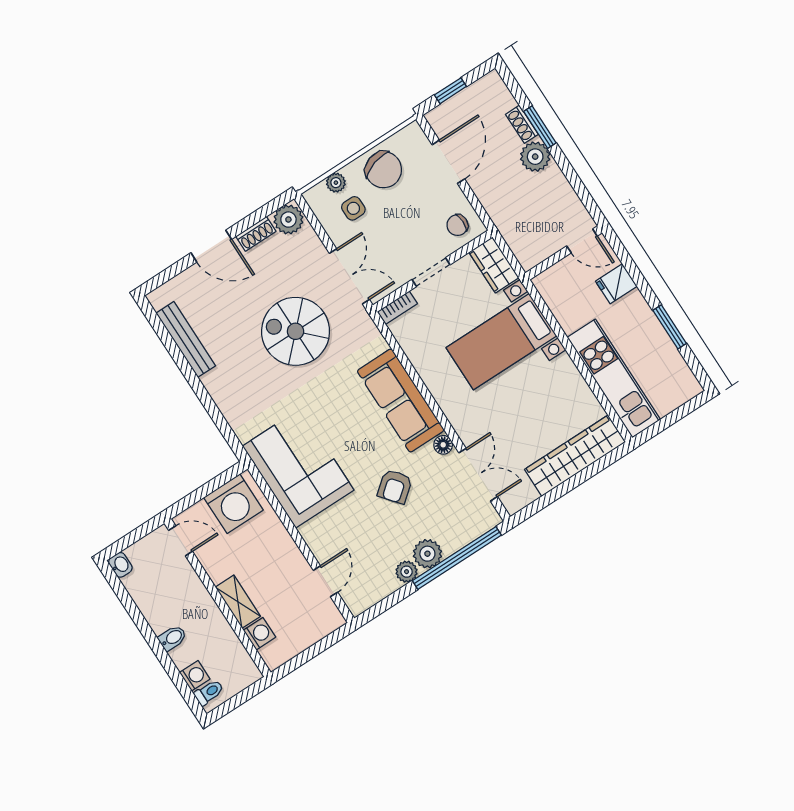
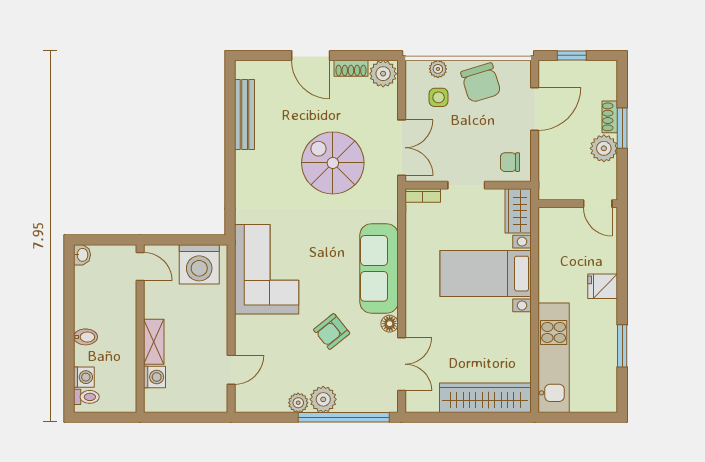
door: (582, 241) -> (598, 204), moved
wall: (564, 253) -> (578, 204), moved

